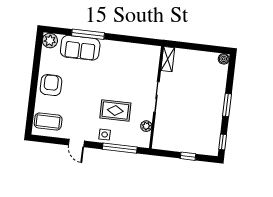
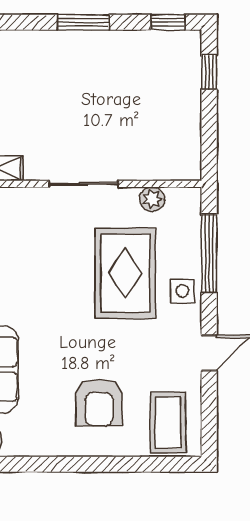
armchair: (51, 85) -> (99, 403), moved, turned -90
rug: (115, 111) -> (125, 273), width x1.36, depth x1.43
window: (188, 156) -> (209, 72), moved

